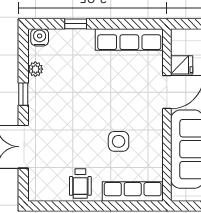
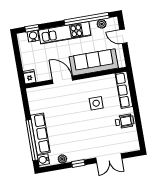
window: (76, 24) -> (32, 140), width x3.17
row of seats: (129, 40) -> (40, 134), moved
fridge: (182, 65) -> (29, 77), moved

